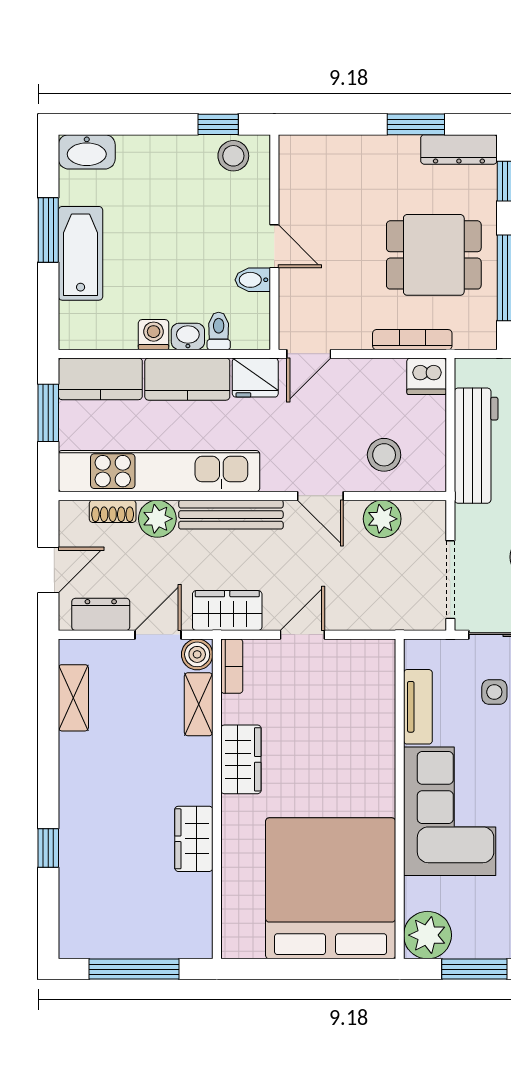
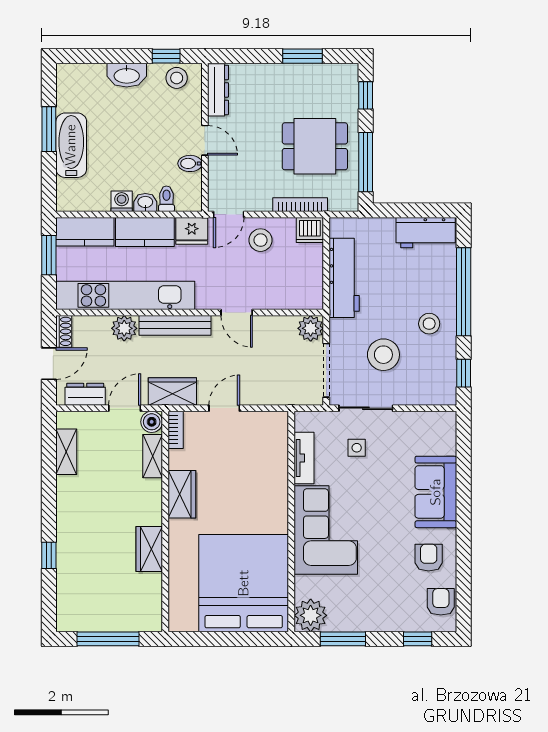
dresser: (459, 149) -> (218, 90), moved, turned -90
washbasin: (87, 152) -> (127, 75), moved
stool: (384, 455) -> (261, 240), moved
shoe rack: (113, 511) -> (64, 331), moved, turned -90
plant: (382, 519) -> (311, 328), moved

